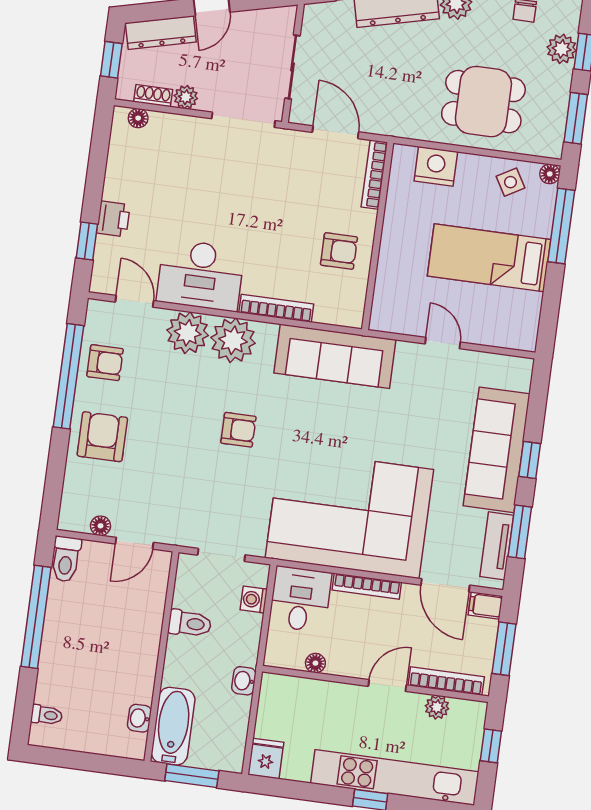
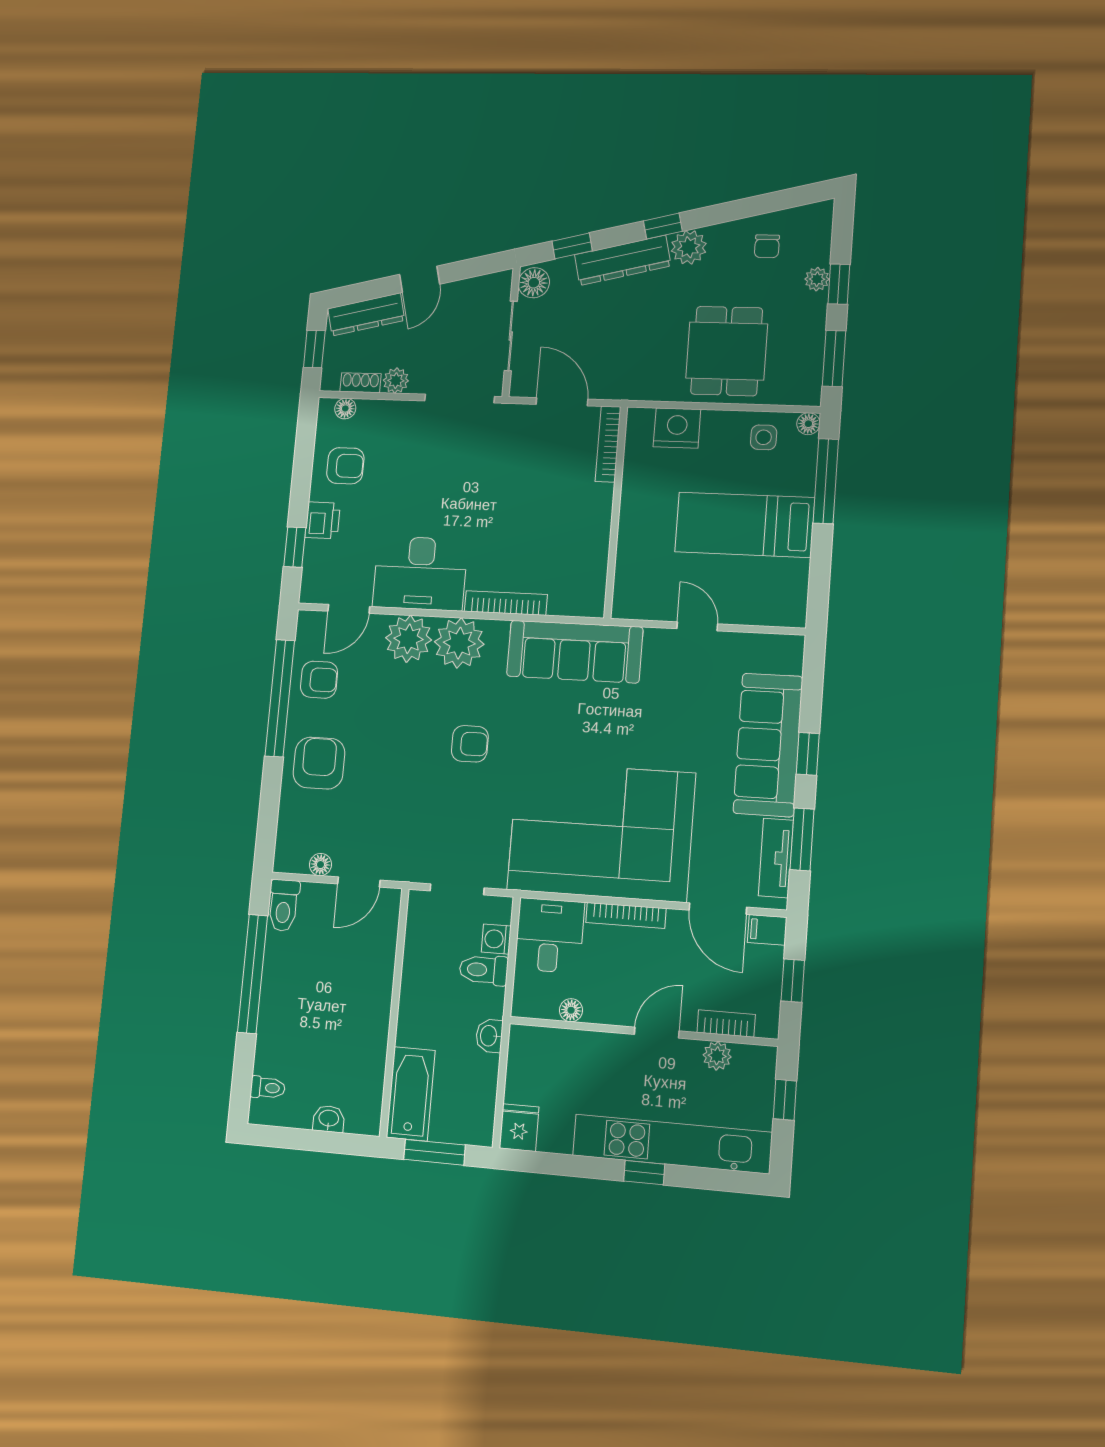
floor lamp: (316, 20) -> (534, 283), added
plant: (562, 49) -> (817, 279), width x0.73, depth x0.73
dining table: (483, 102) -> (727, 351), turned 90
side table: (511, 182) -> (764, 437), turned 30
armchair: (339, 251) -> (345, 466), moved
door: (134, 301) -> (349, 609), swing flipped
toilet: (190, 623) -> (484, 970), moved, turned 180
window: (504, 649) -> (793, 981), width x0.67
bookcase: (446, 681) -> (726, 1024), width x0.64
washbasin: (139, 718) -> (329, 1119), moved, turned 90

